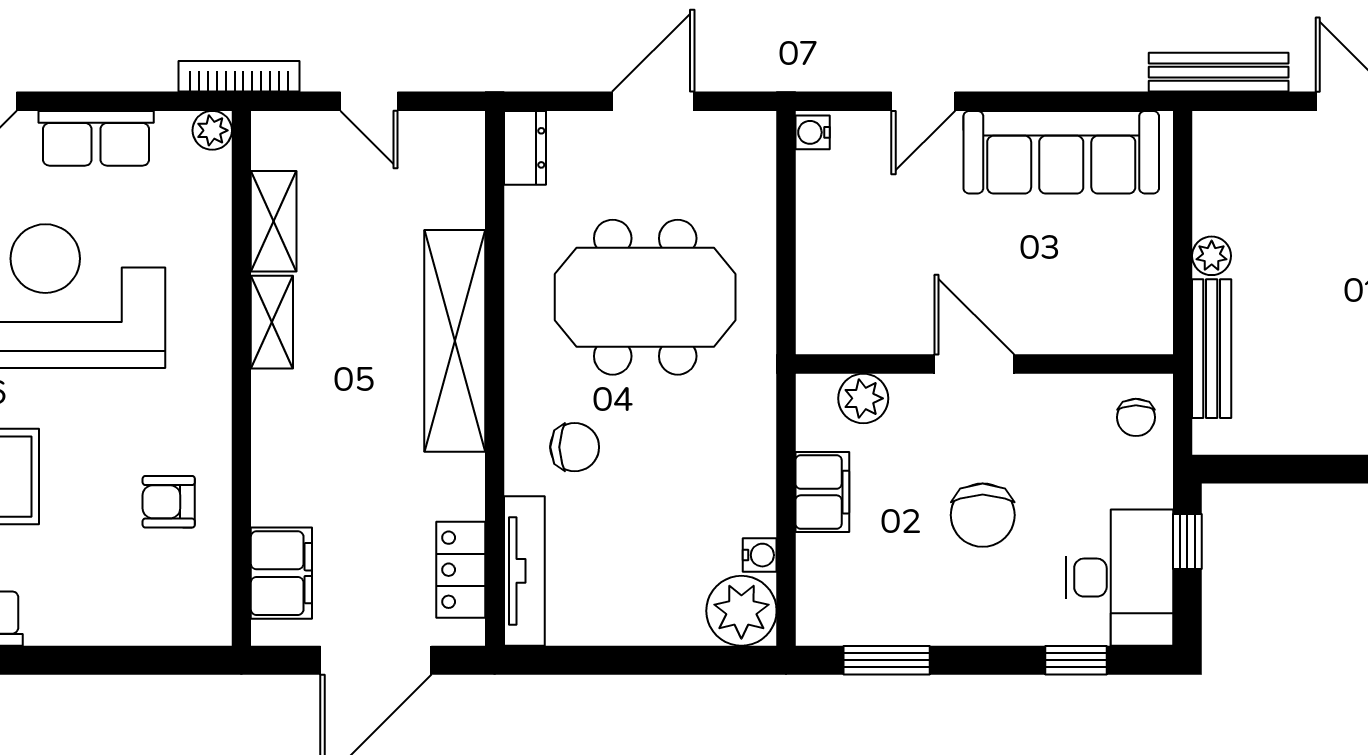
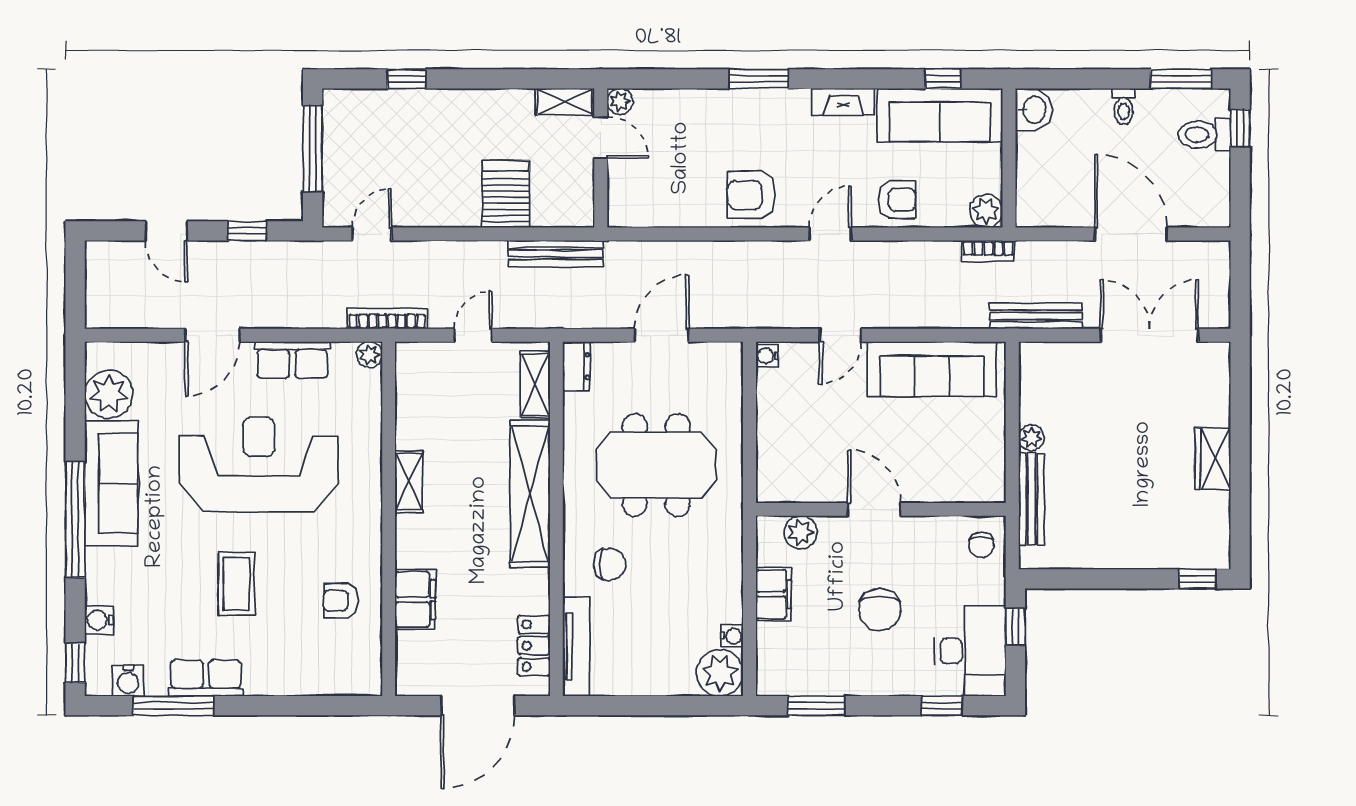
door: (369, 101) -> (473, 335), swing flipped
shelving: (274, 221) -> (535, 385), moved
filing cabinet: (281, 573) -> (415, 600), moved

